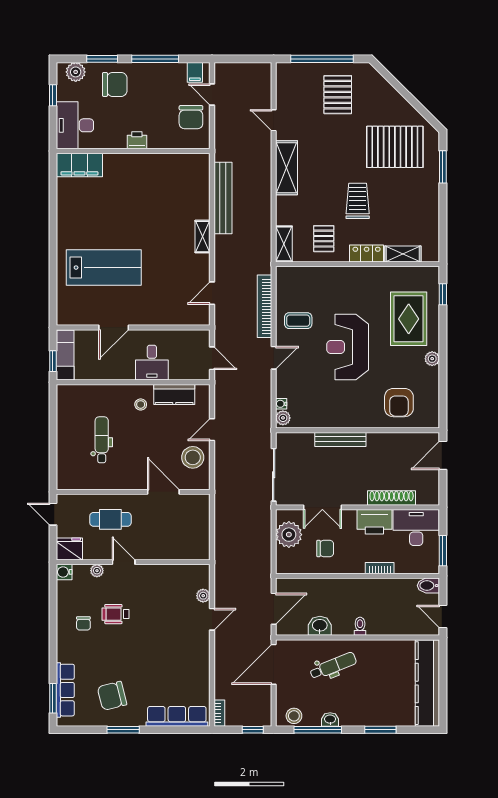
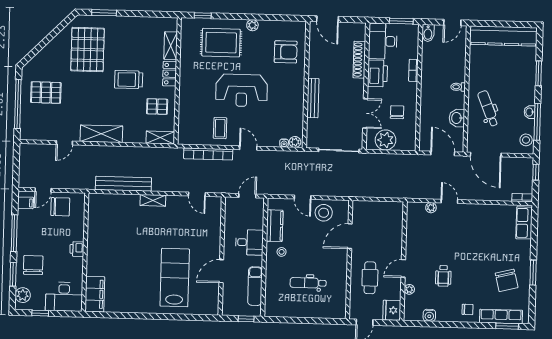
door: (114, 327) -> (221, 271), swing flipped
exam couch: (65, 355) -> (255, 286), moved, turned -90
water cooler: (64, 572) -> (429, 315), moved
chair: (83, 623) -> (468, 309), moved
row of seats: (177, 716) -> (524, 223), width x0.68

